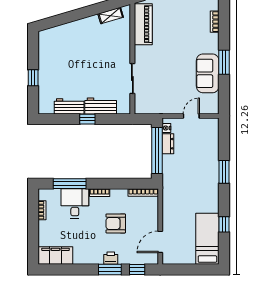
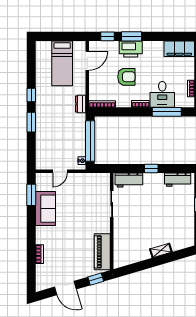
shelving: (111, 16) -> (161, 251), moved
window: (224, 62) -> (31, 195), moved
workbench: (69, 106) -> (178, 180), moved
workbench: (101, 106) -> (129, 180), moved
dresser: (168, 144) -> (81, 104), moved
window: (224, 224) -> (31, 95), moved
bed: (207, 239) -> (62, 63), moved
printer: (111, 258) -> (131, 49), width x1.87, depth x1.48

